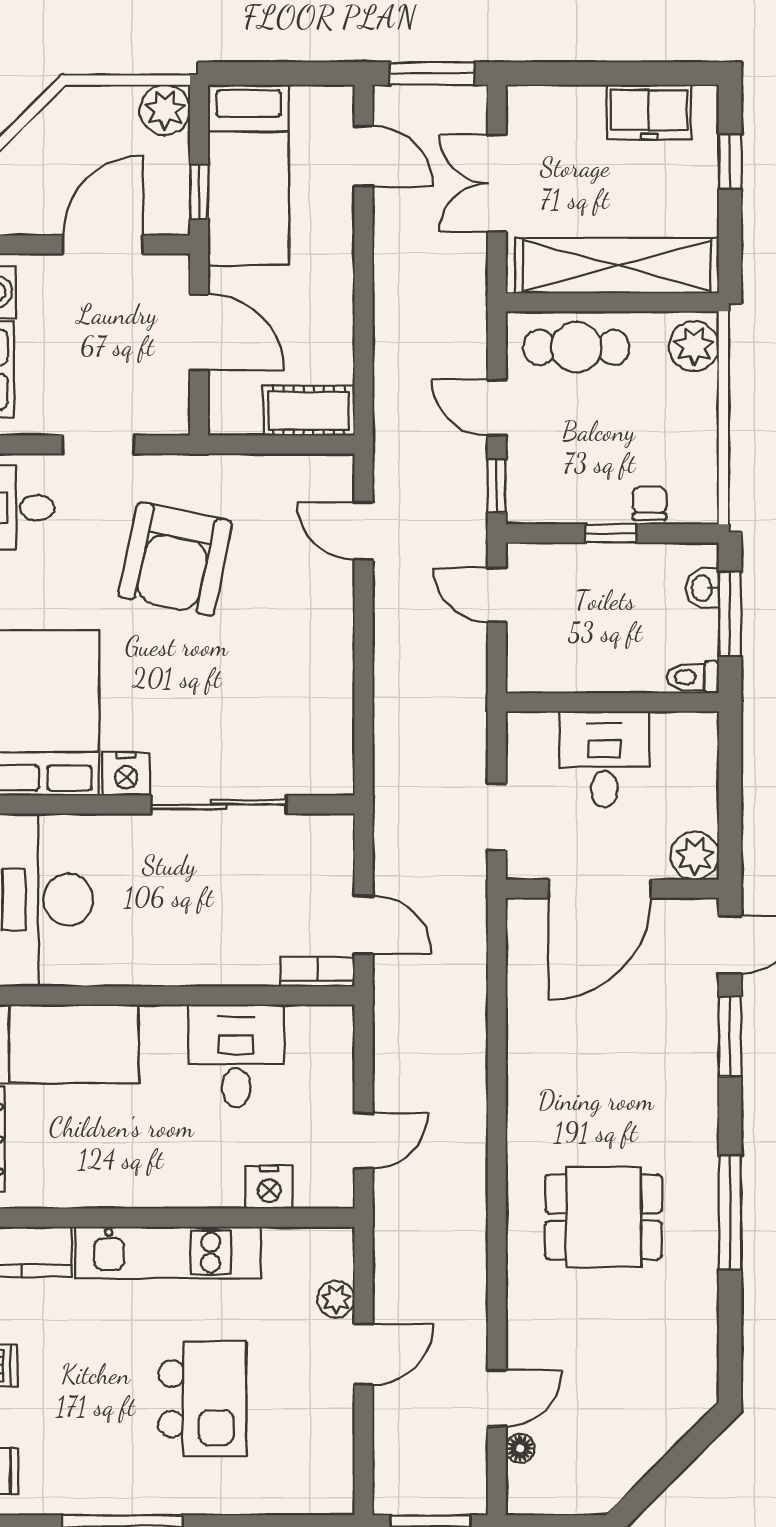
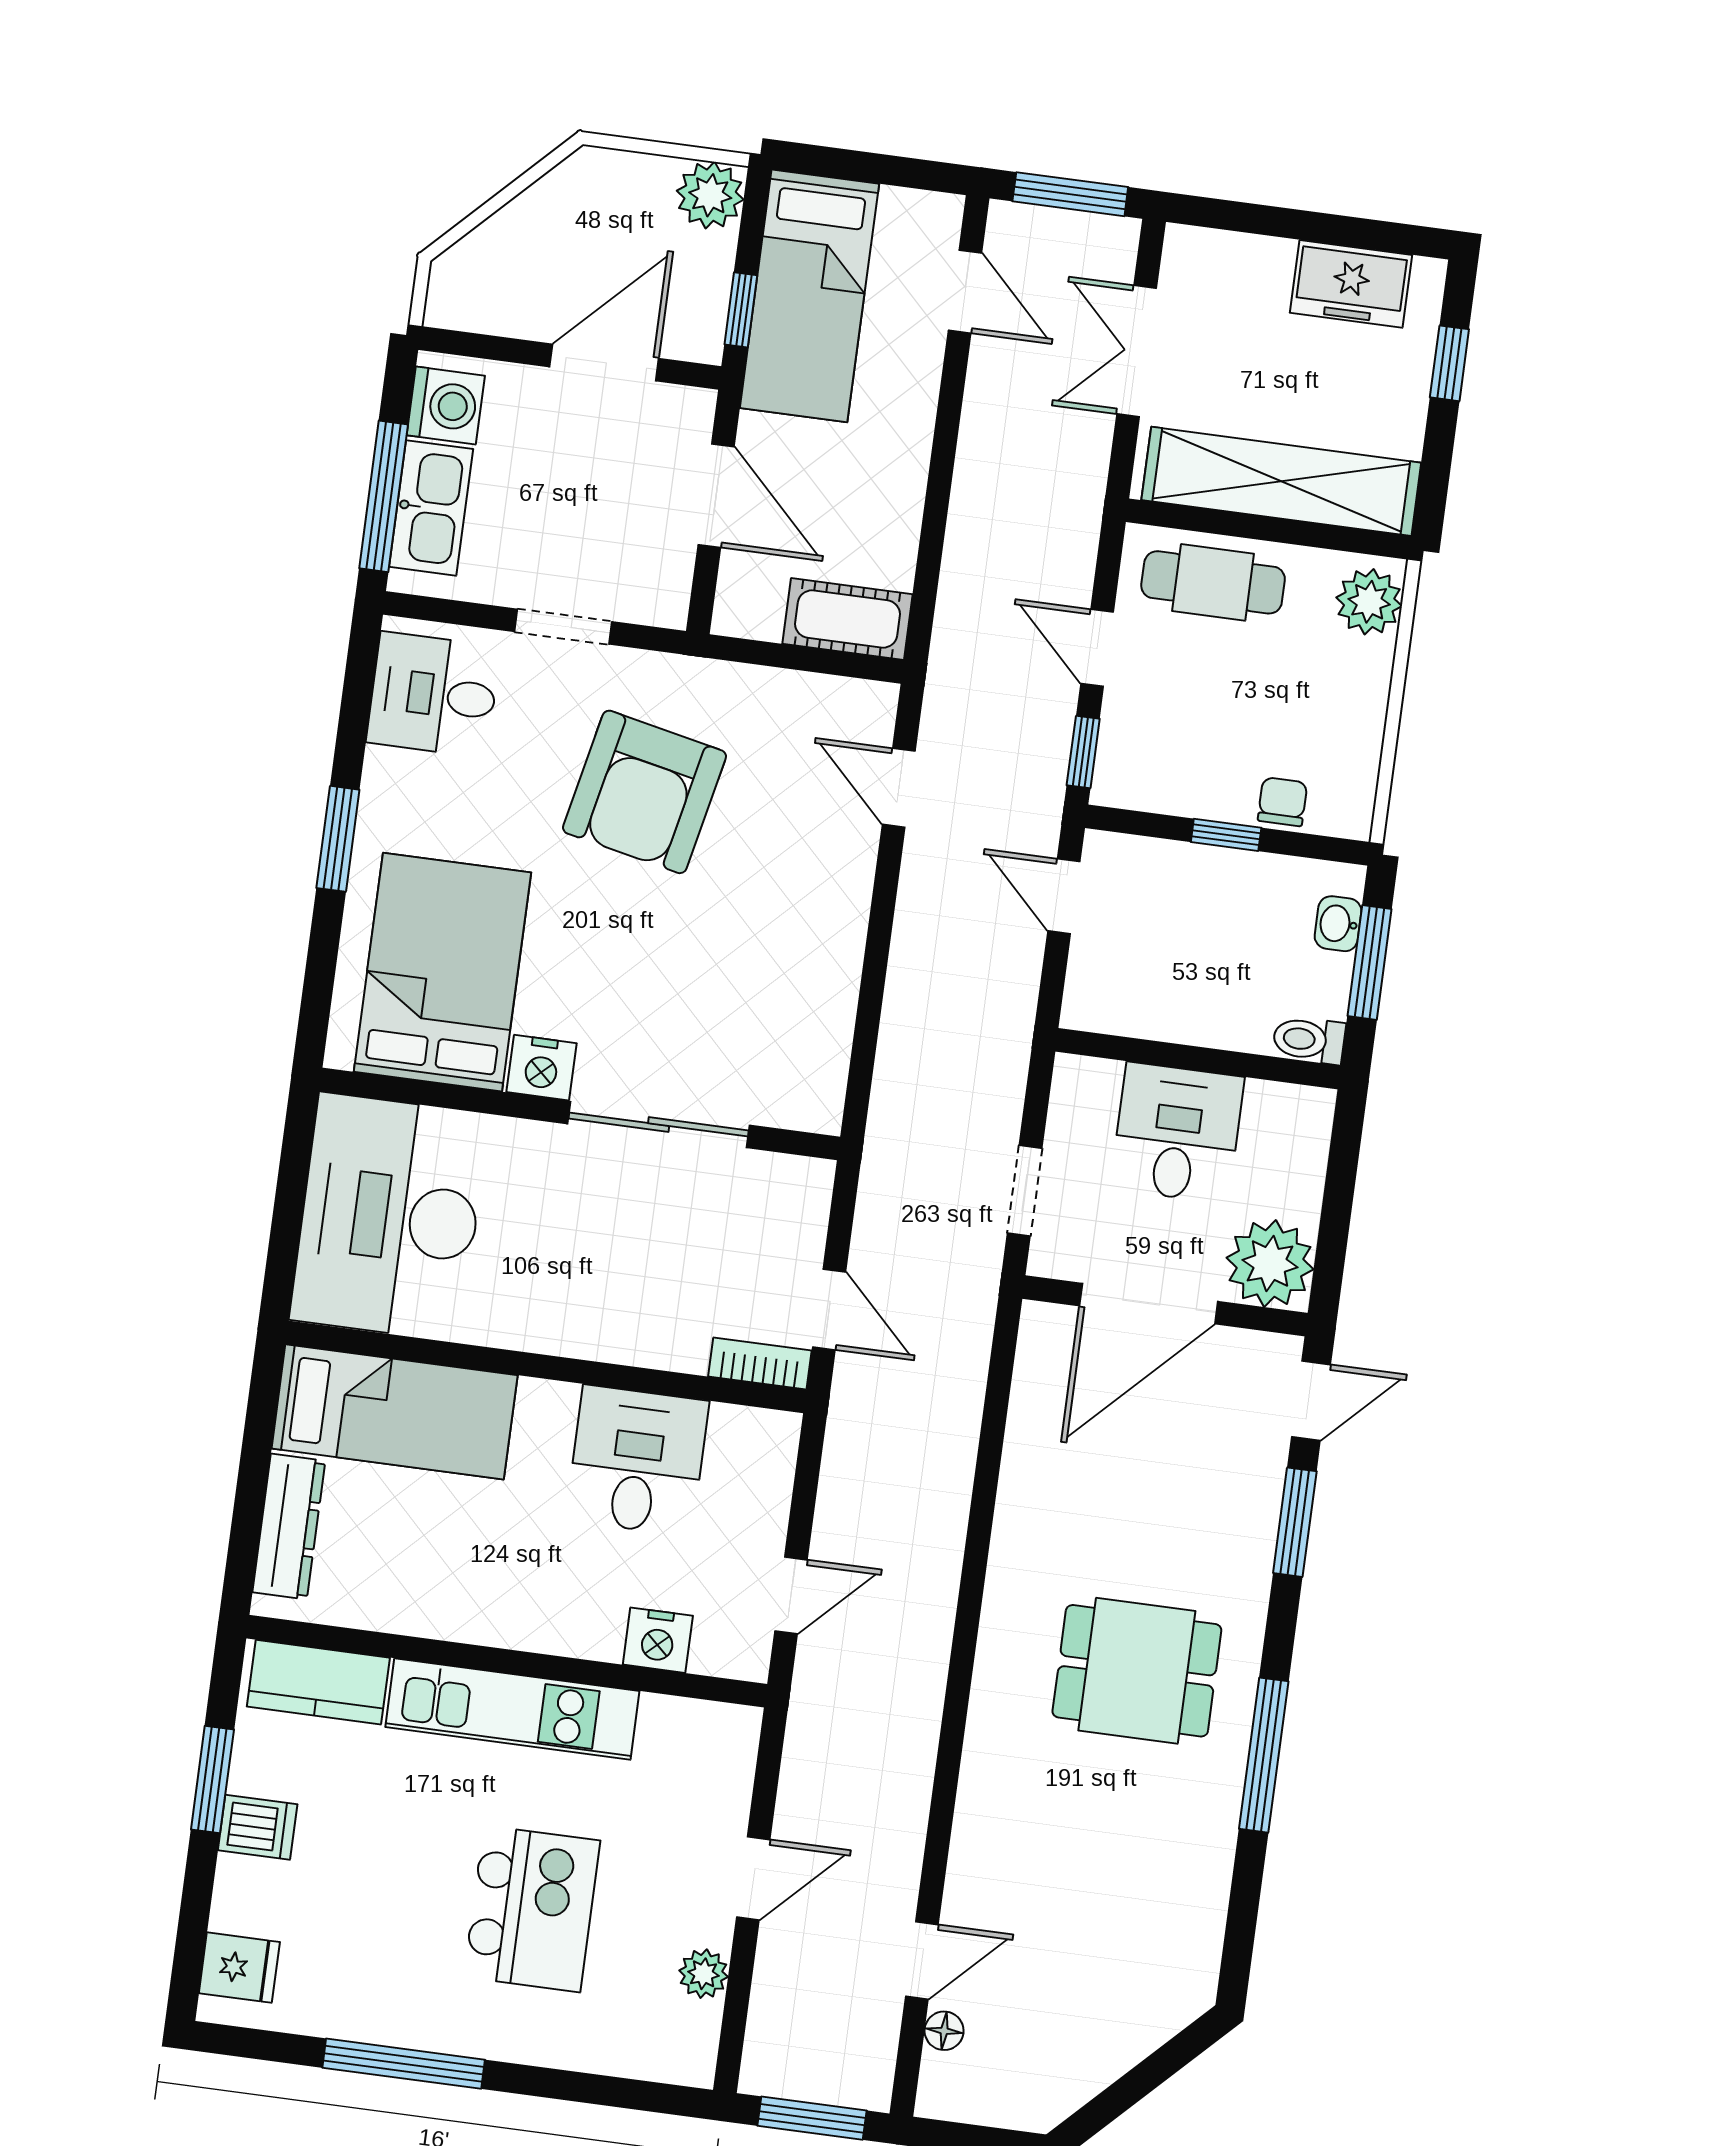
plant: (695, 856) -> (1270, 1264), width x1.36, depth x1.36
dining table: (603, 1217) -> (1137, 1671), moved
plant: (336, 1299) -> (704, 1974), moved

